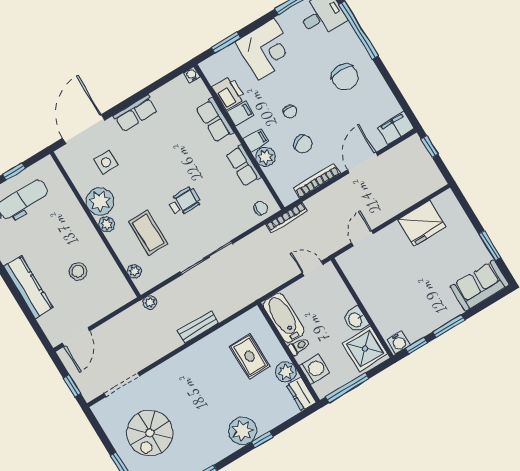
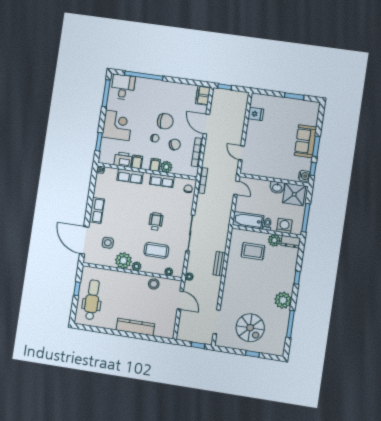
chair: (345, 77) -> (165, 121), moved
fridge: (422, 223) -> (256, 114), width x0.53, depth x0.75
door: (313, 269) -> (236, 188), swing flipped
stool: (78, 271) -> (154, 284), moved
sofa: (480, 286) -> (306, 141), moved
door: (76, 337) -> (180, 300), moved
plant: (243, 431) -> (283, 300), moved

